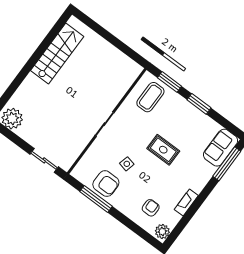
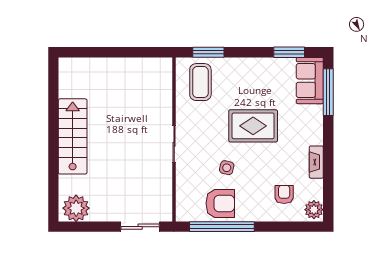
stairs: (57, 54) -> (73, 136), moved
window: (199, 104) -> (289, 52), moved
rug: (163, 150) -> (253, 126), width x1.36, depth x1.43
window: (96, 199) -> (222, 227), width x1.46

